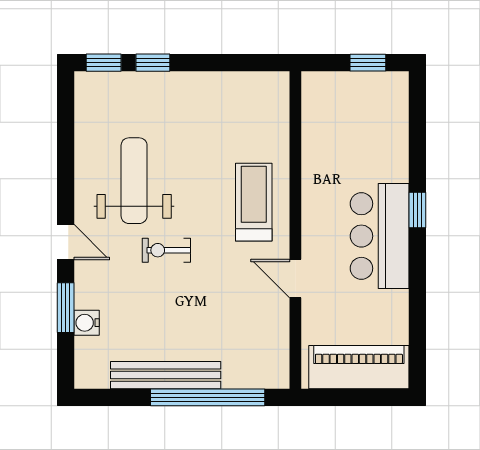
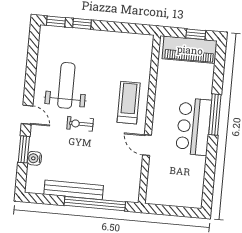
window: (417, 210) -> (215, 115), width x2.17
piano: (359, 367) -> (190, 50), moved, turned 180

